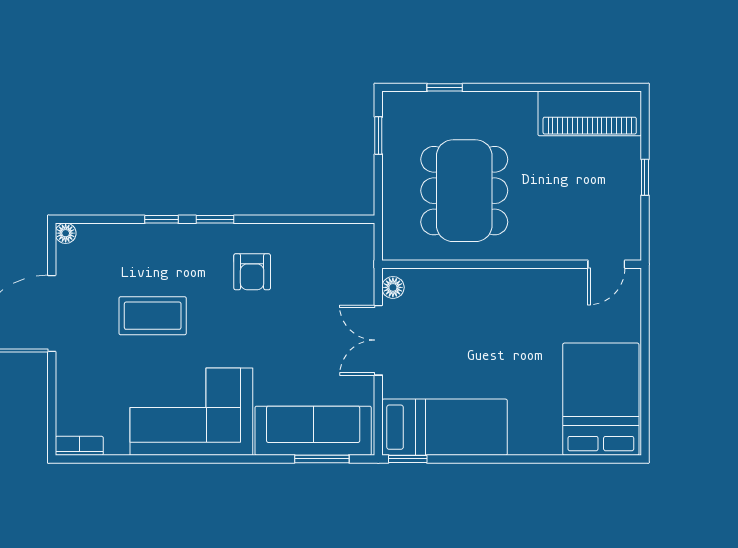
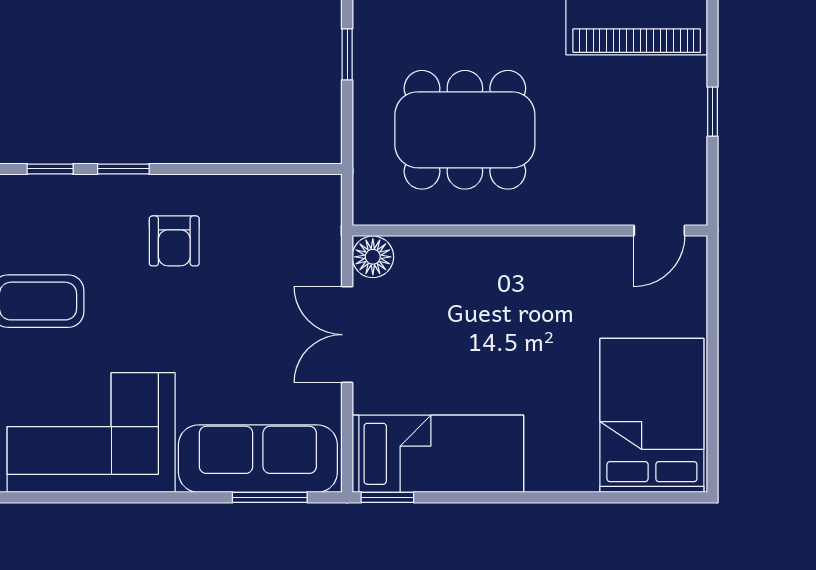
dining table: (464, 191) -> (465, 130), turned 90
floor lamp: (393, 287) -> (373, 257), width x1.37, depth x1.37

